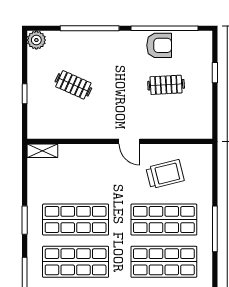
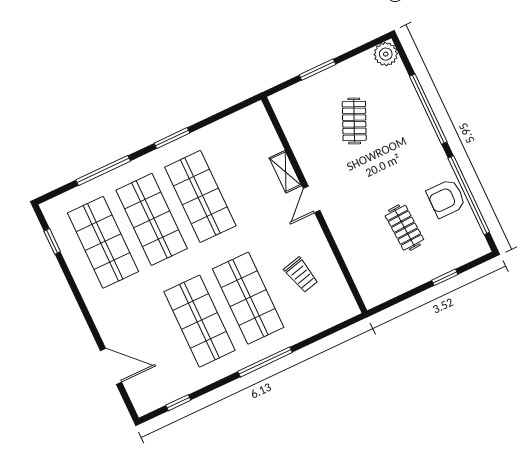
armchair: (159, 45) -> (446, 198), turned 90
window: (25, 94) -> (317, 70), width x1.50
door: (129, 141) -> (312, 199), moved
shelving: (42, 151) -> (285, 172), moved
trolley: (165, 174) -> (301, 275), width x0.73, depth x0.72

